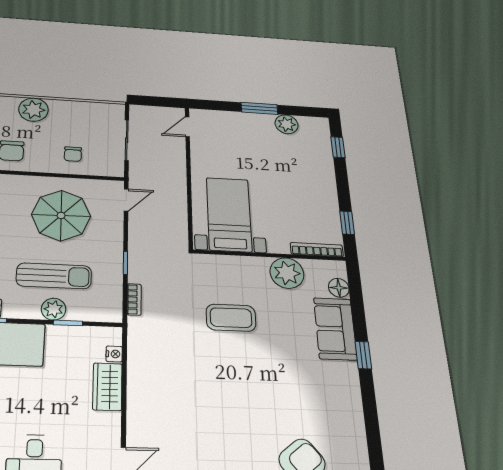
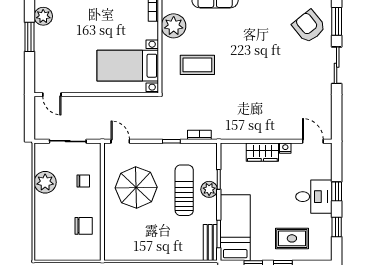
plant: (33, 110) -> (45, 182), moved
coffee table: (231, 318) -> (197, 65), moved, turned 90
nightstand: (114, 354) -> (285, 148), moved

